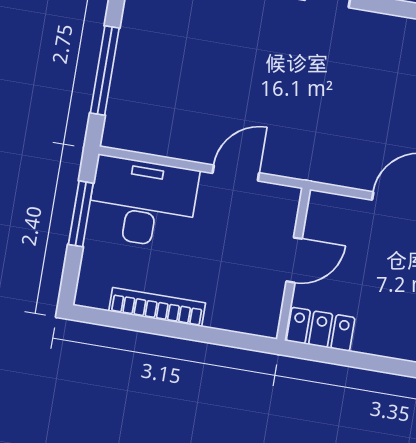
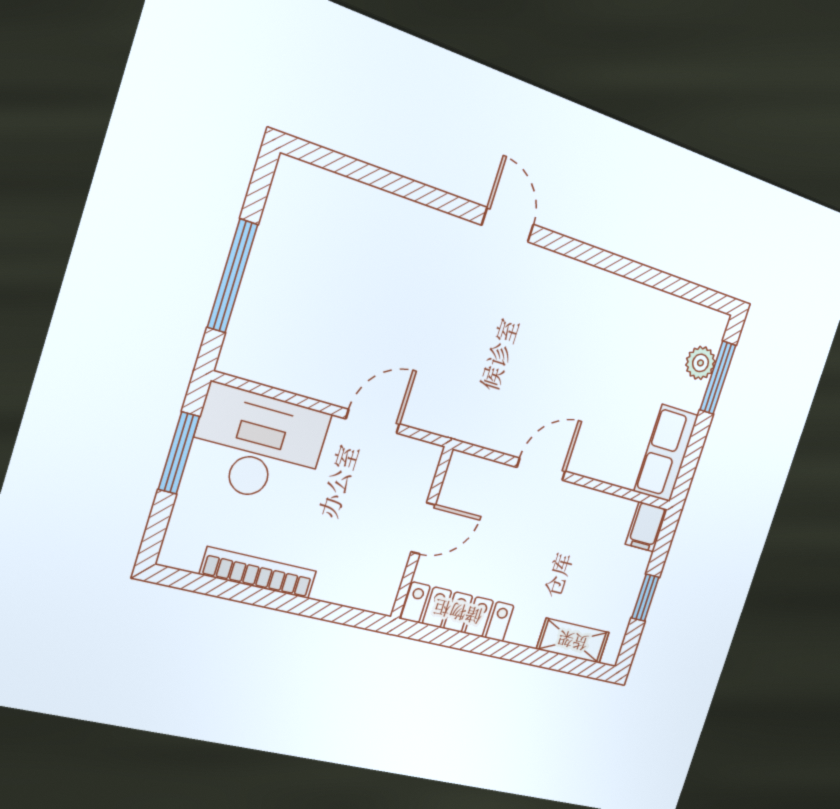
locker: (321, 329) -> (458, 612), width x1.53

